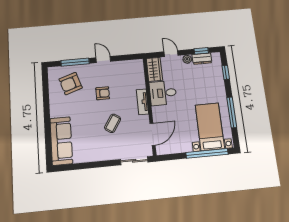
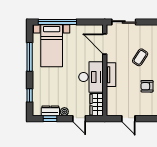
door: (103, 60) -> (128, 119), moved
desk: (163, 93) -> (91, 77), width x1.37
door: (153, 134) -> (105, 44), hinge flipped

